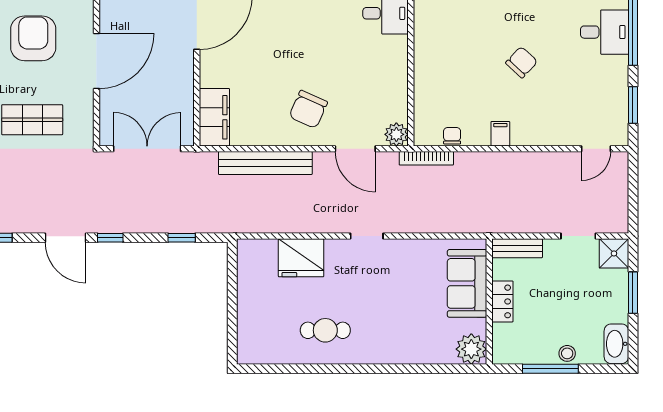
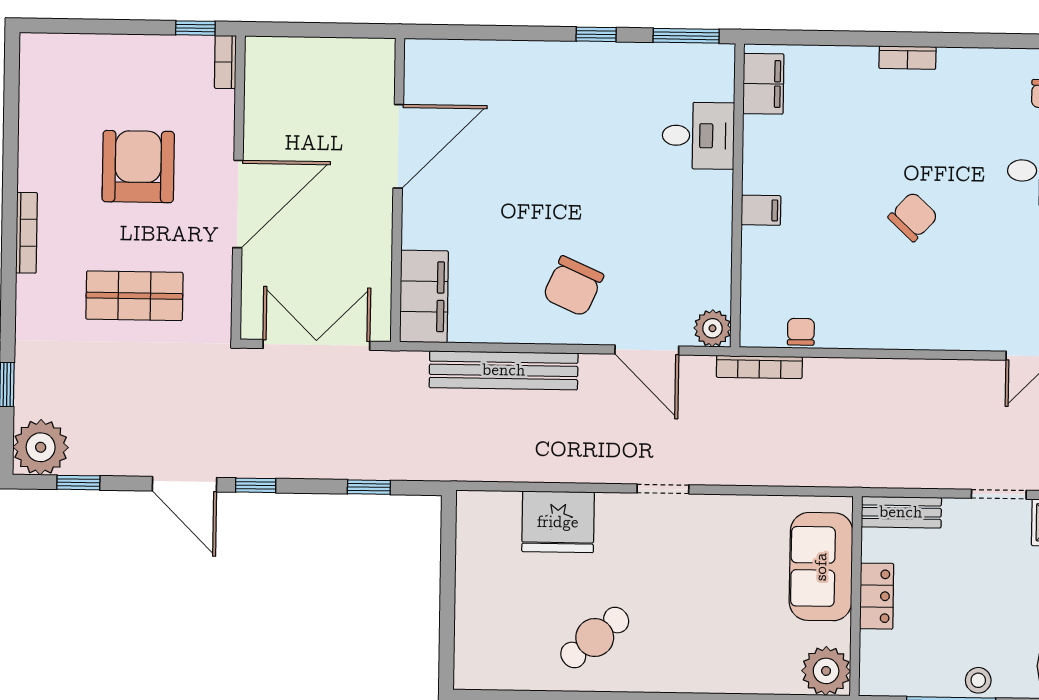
filing cabinet: (500, 134) -> (761, 210), moved, turned 90
cafe table: (325, 330) -> (595, 637), turned -40

